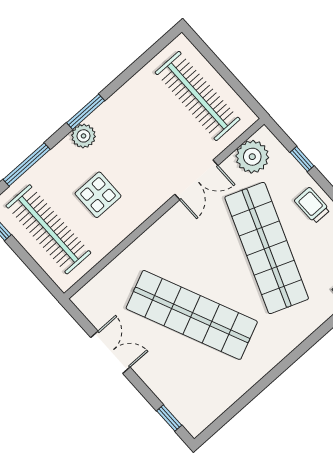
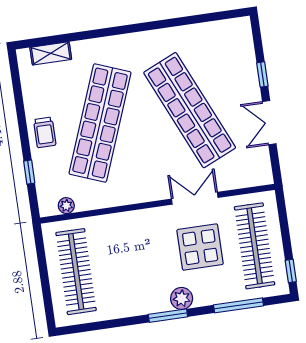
plant: (252, 157) -> (66, 206), width x0.53, depth x0.53
double door: (196, 180) -> (195, 198), moved
display table: (98, 195) -> (200, 247), width x1.36, depth x1.36
window: (169, 418) -> (262, 74), moved

